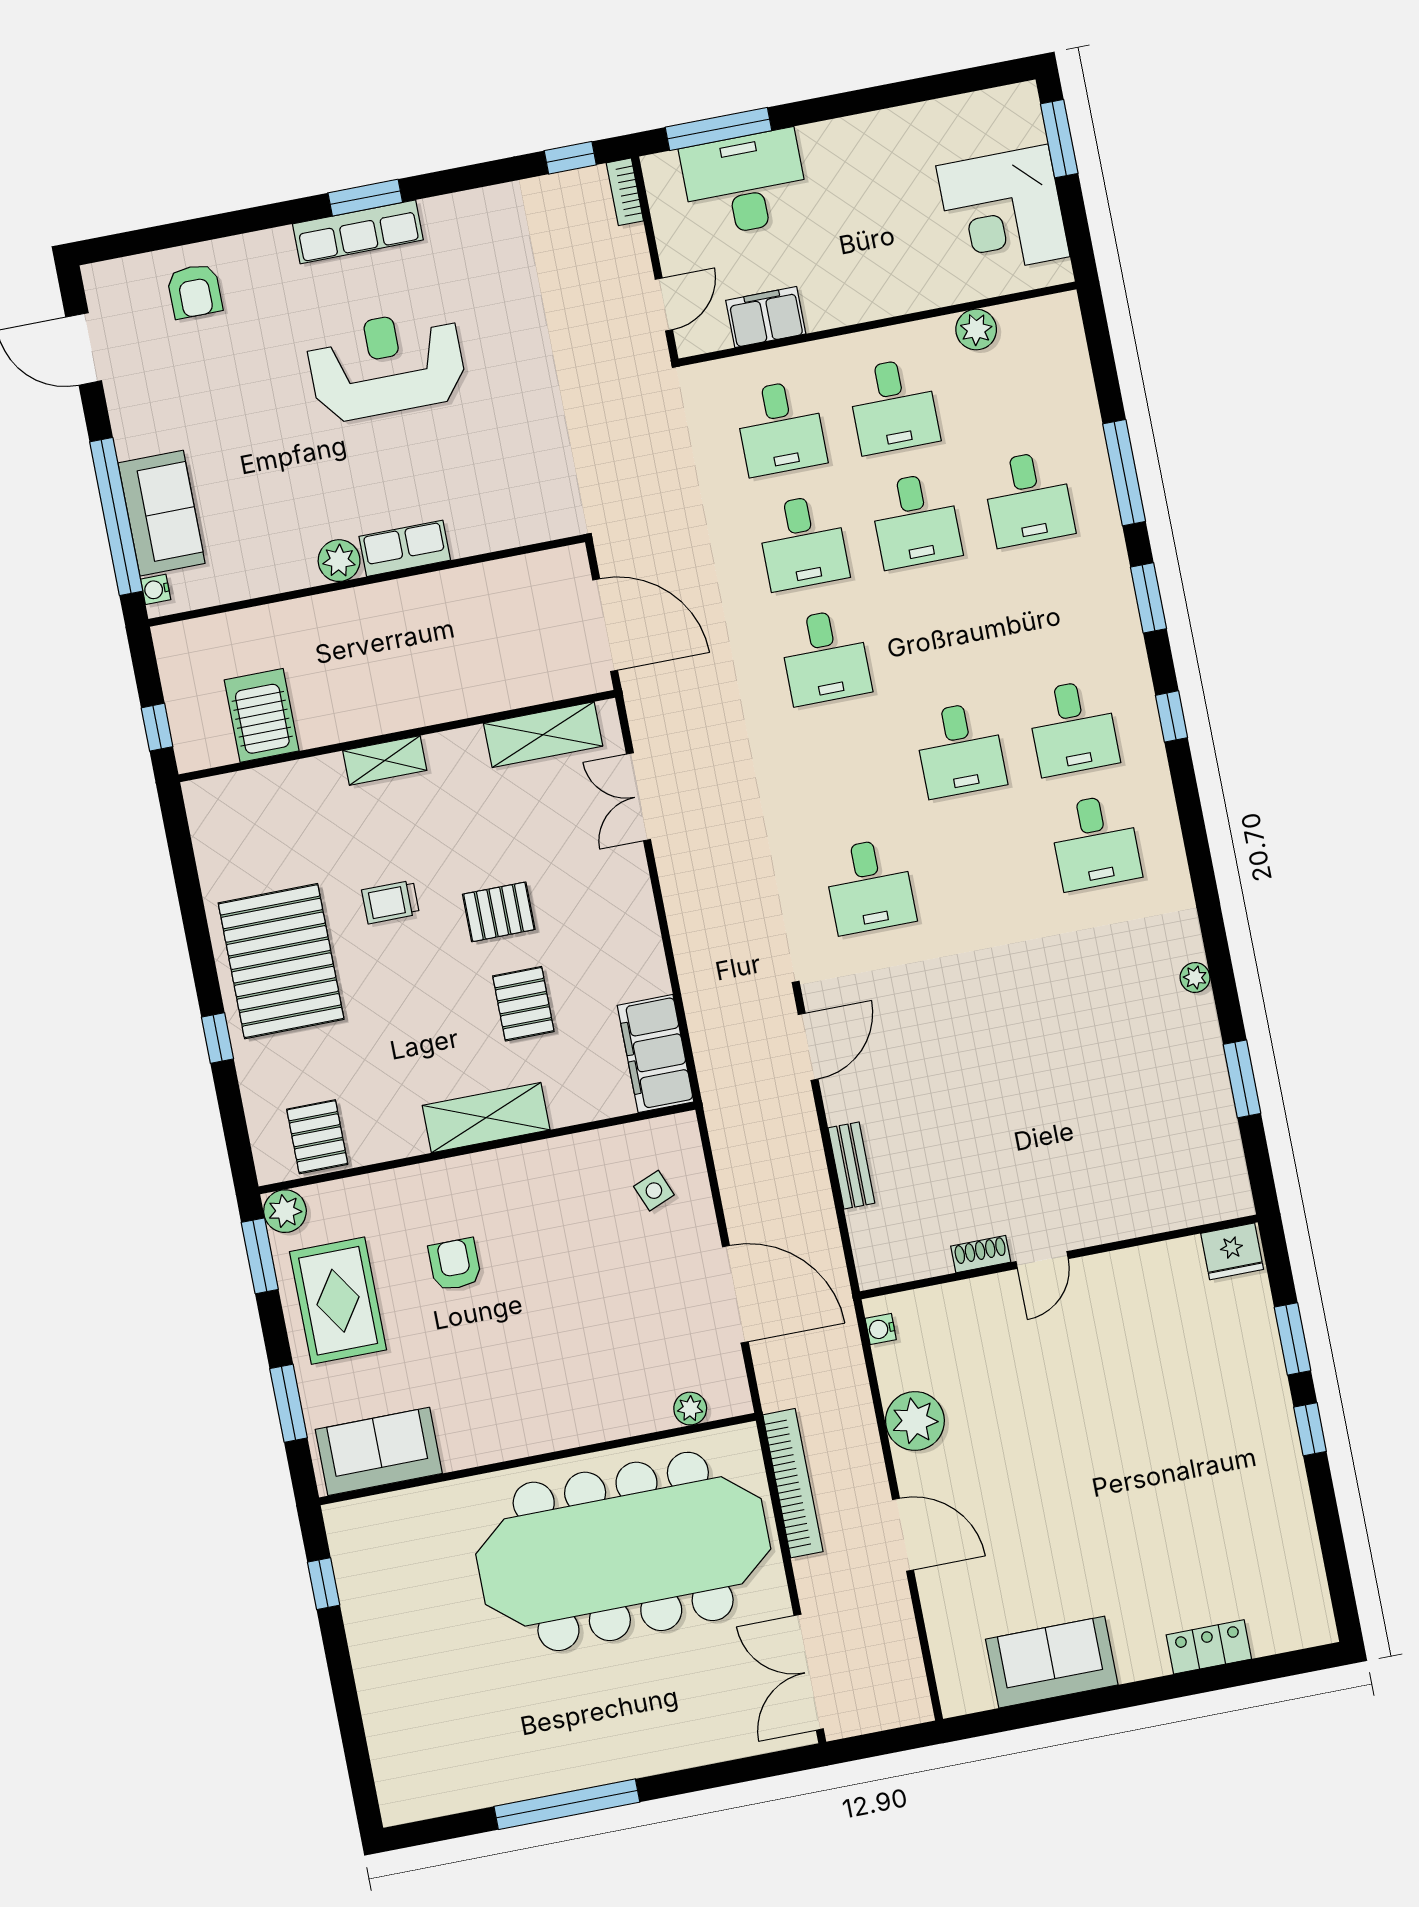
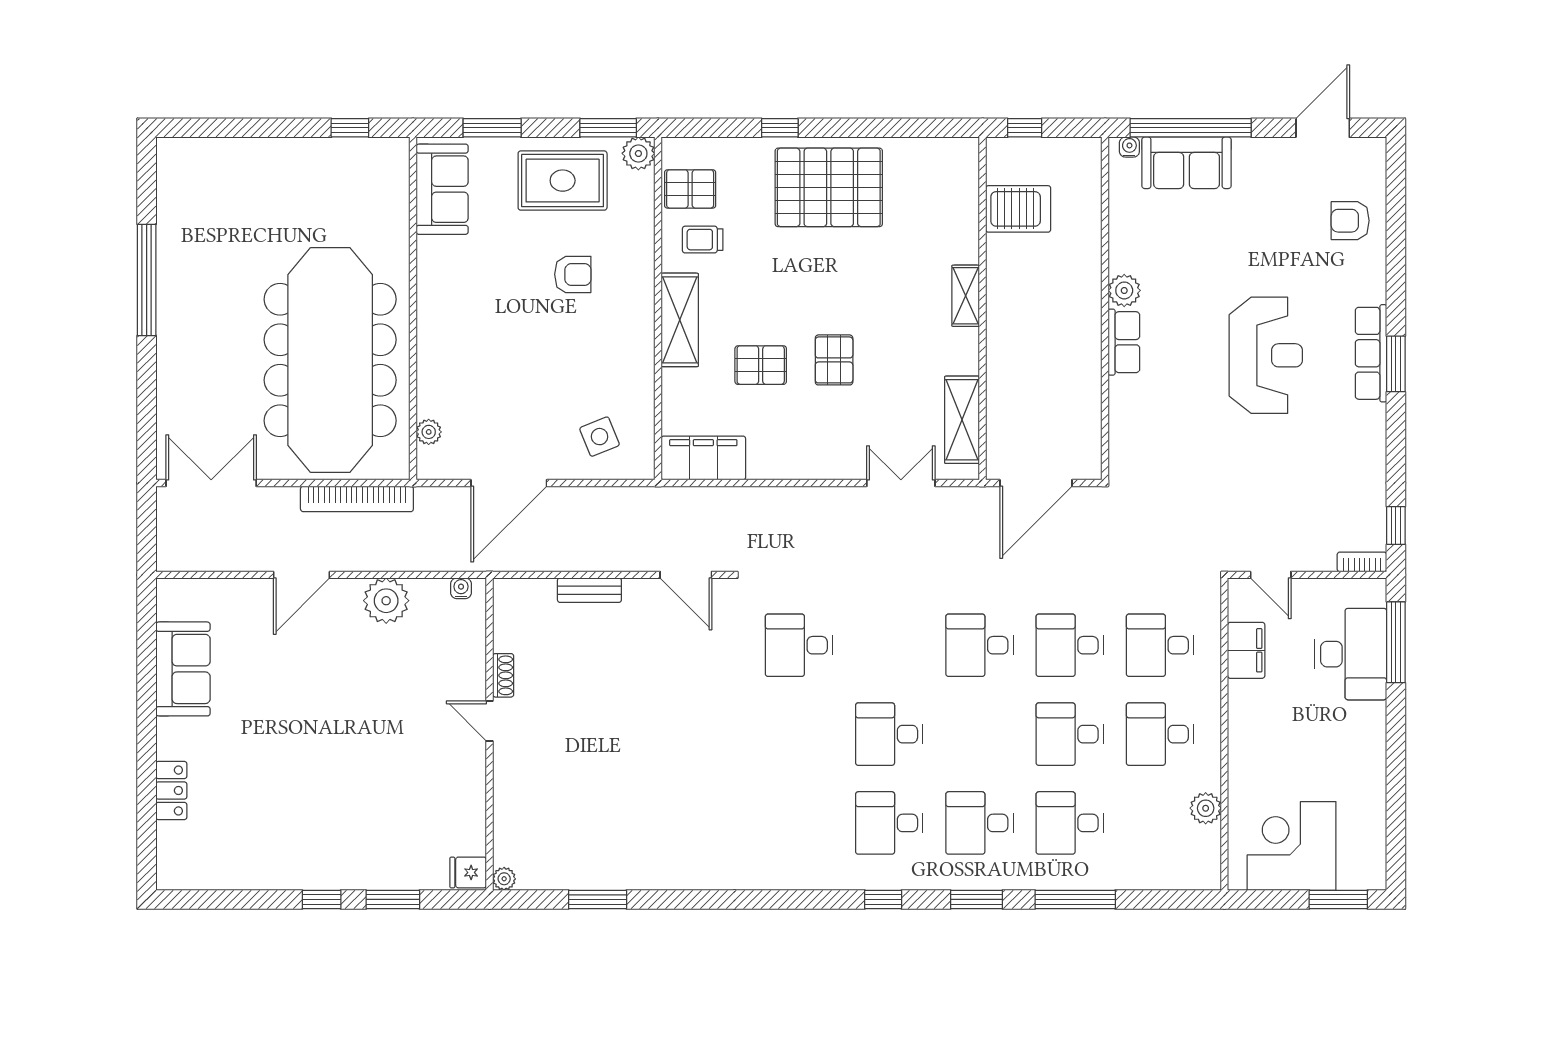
desk: (1095, 842) -> (979, 823), moved
trolley: (391, 902) -> (703, 240), moved, turned -90
plant: (1195, 977) -> (504, 879), moved
side table: (654, 1191) -> (600, 437), width x1.37, depth x1.37
fridge: (1232, 1251) -> (468, 872), width x0.72

